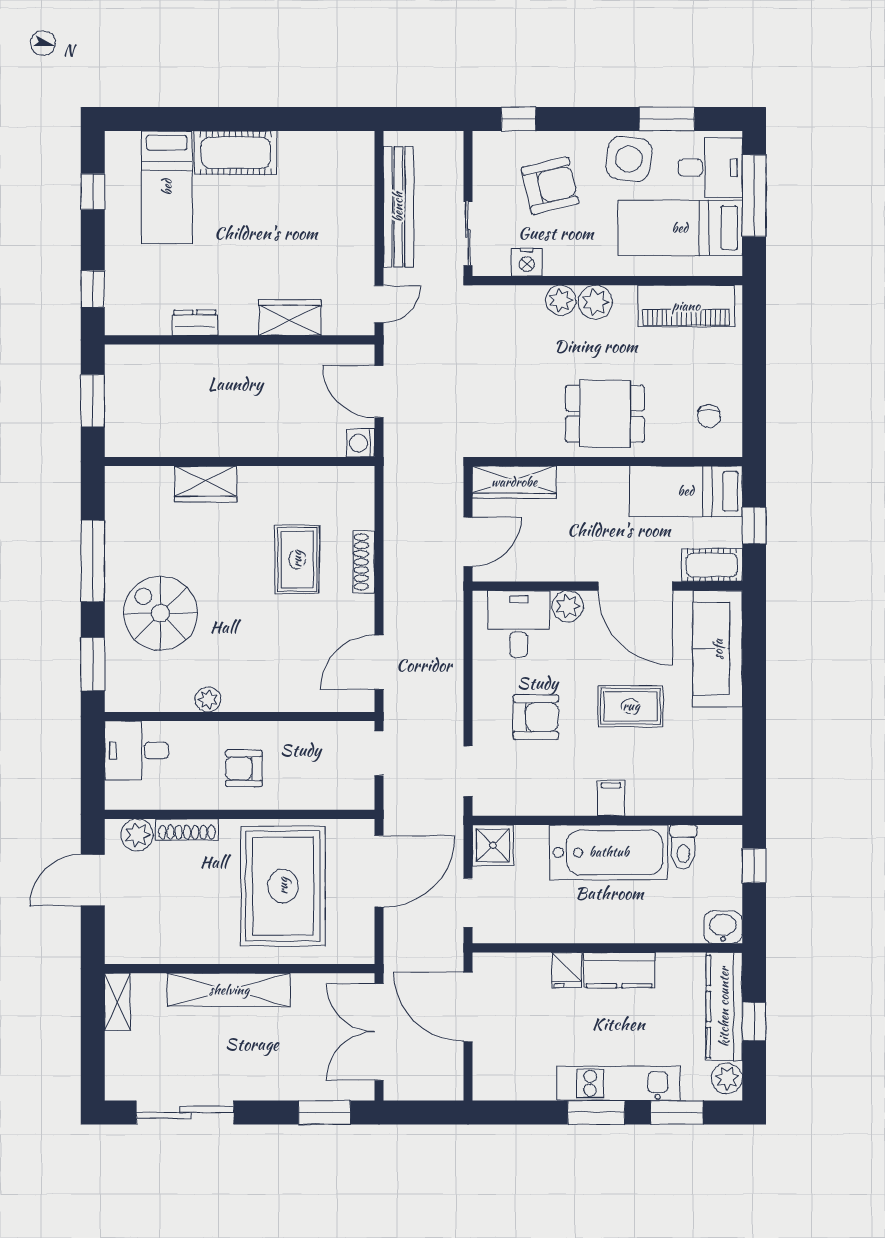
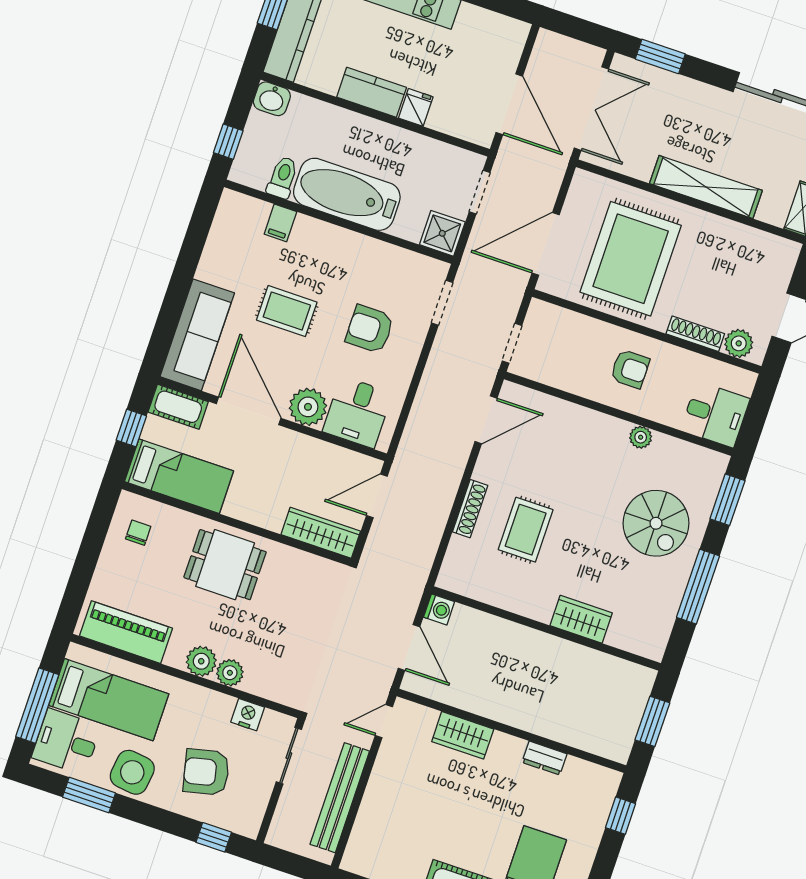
plant: (568, 606) -> (308, 407), width x1.36, depth x1.36
filing cabinet: (611, 798) -> (280, 223), moved

